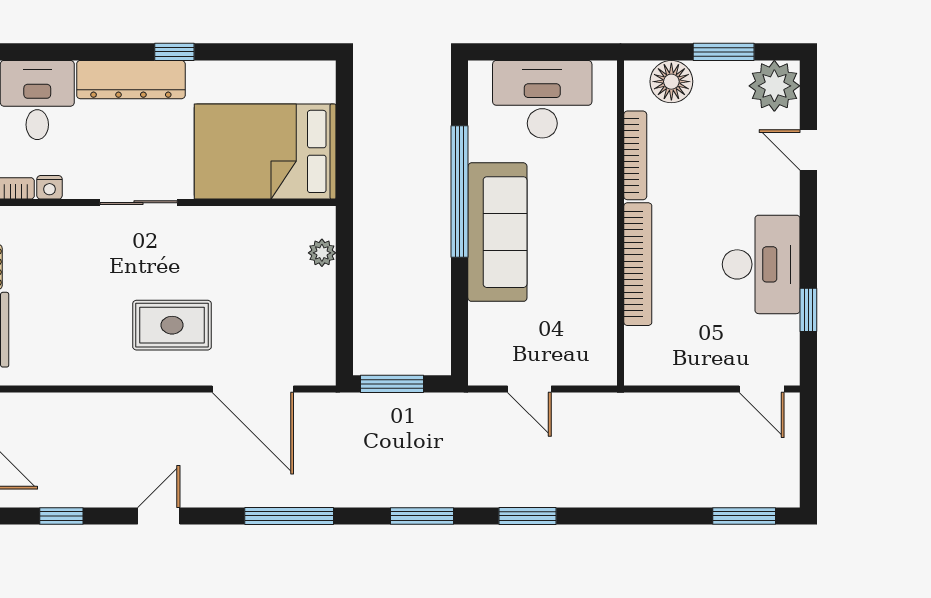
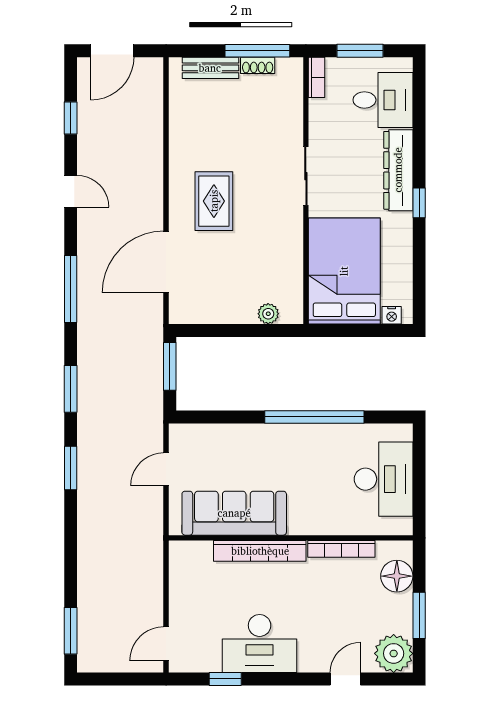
nightstand: (50, 187) -> (392, 315), moved, turned -90
sofa: (497, 232) -> (234, 513), moved, turned 180

